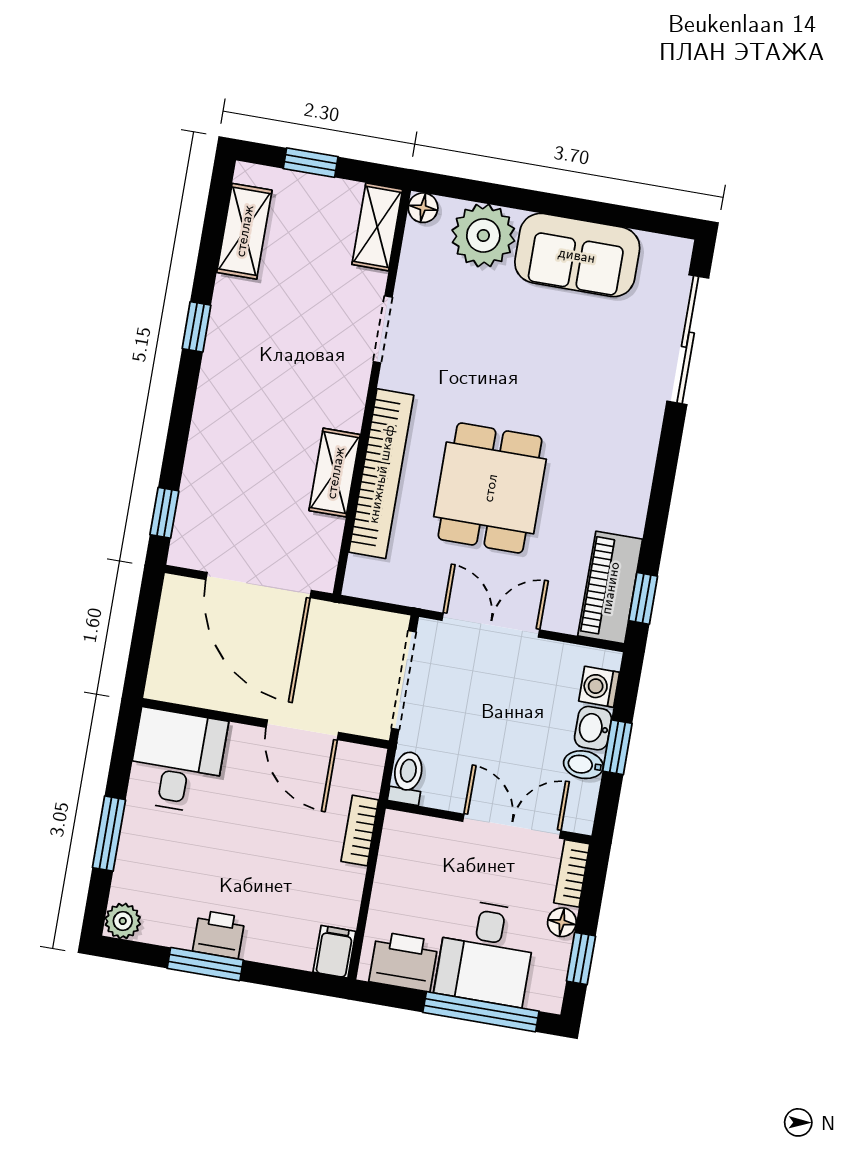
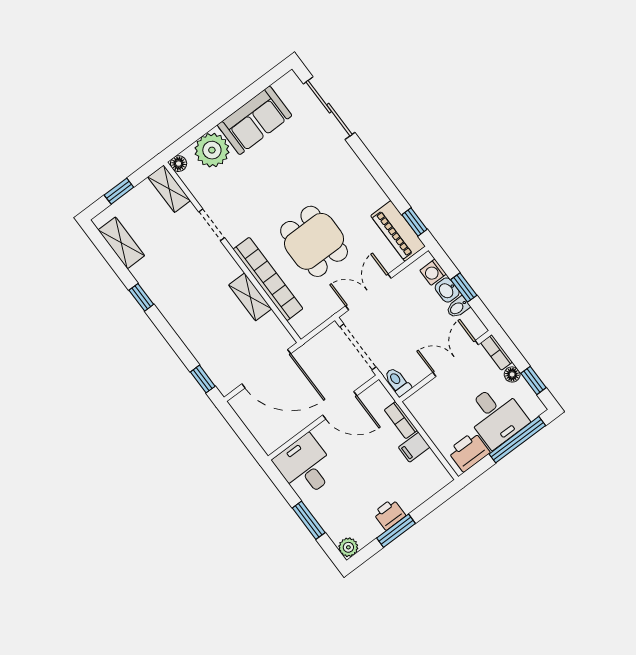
filing cabinet: (334, 952) -> (414, 447), moved, turned -90

